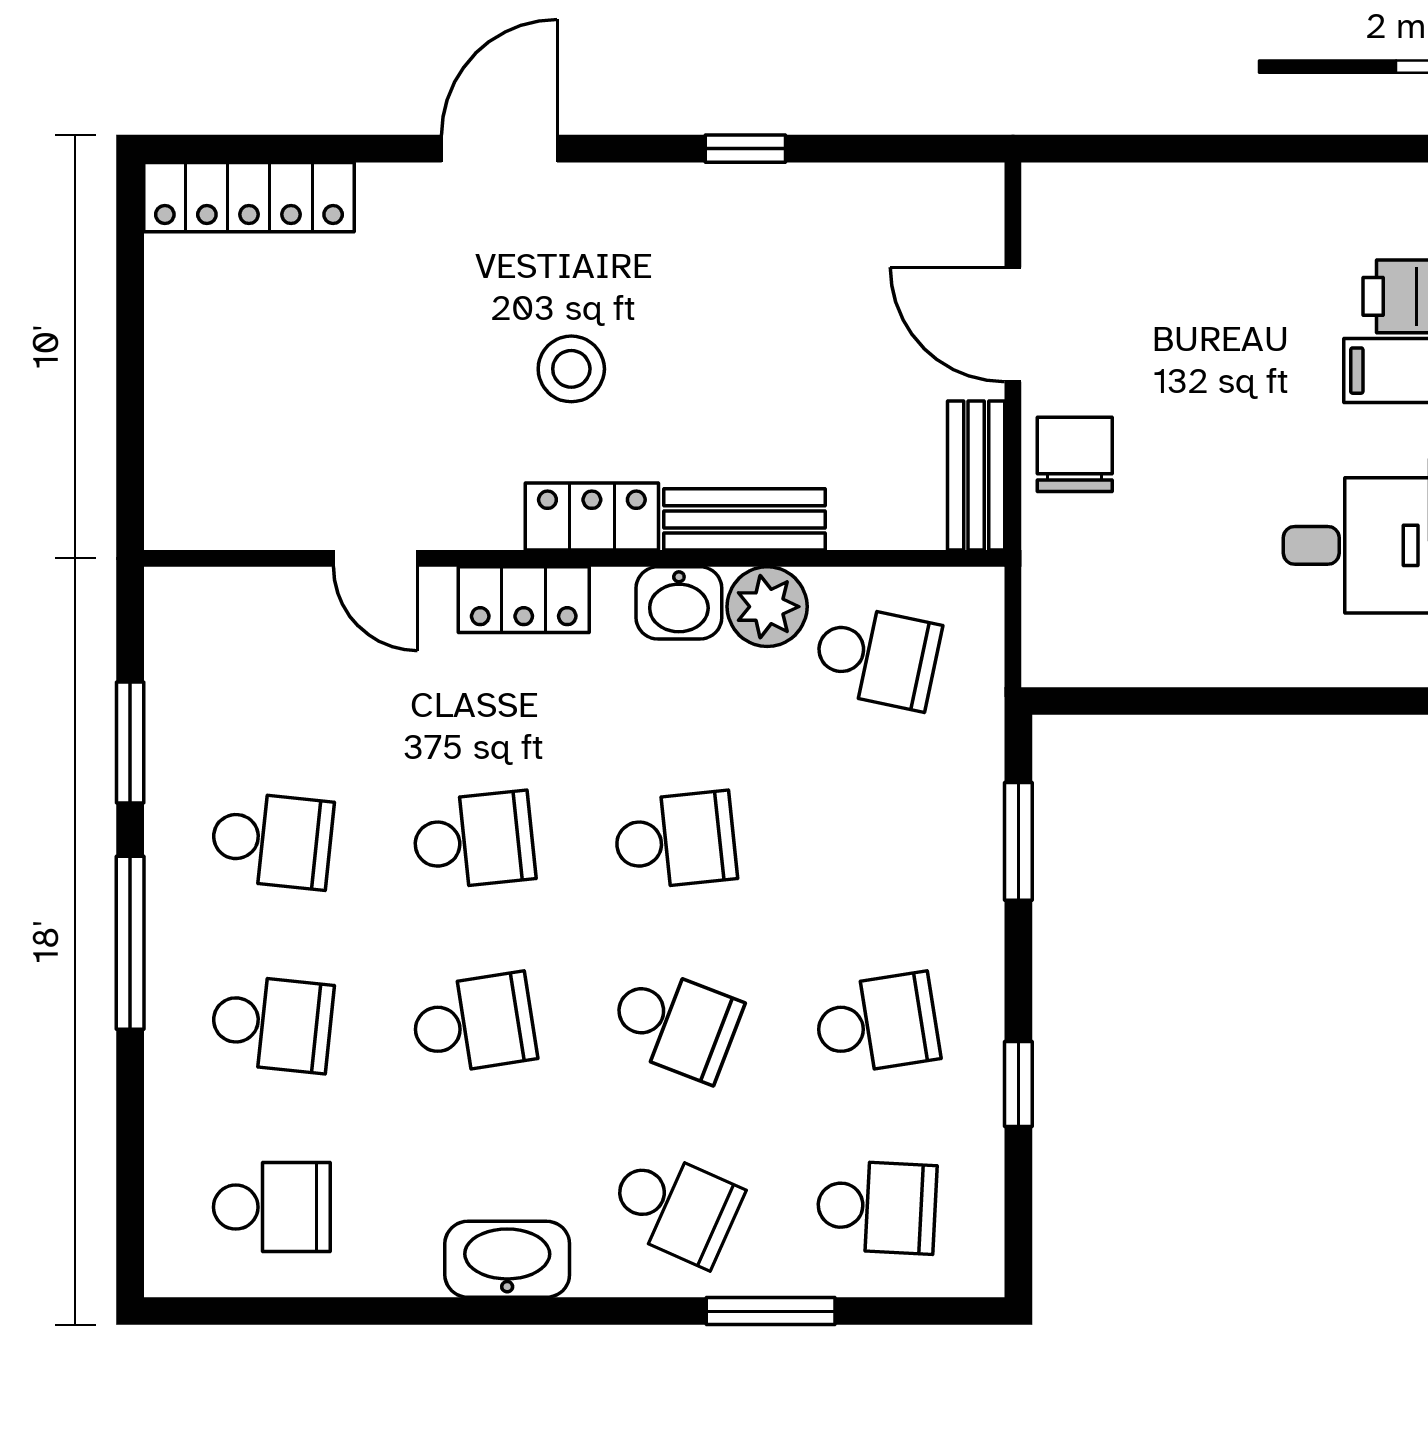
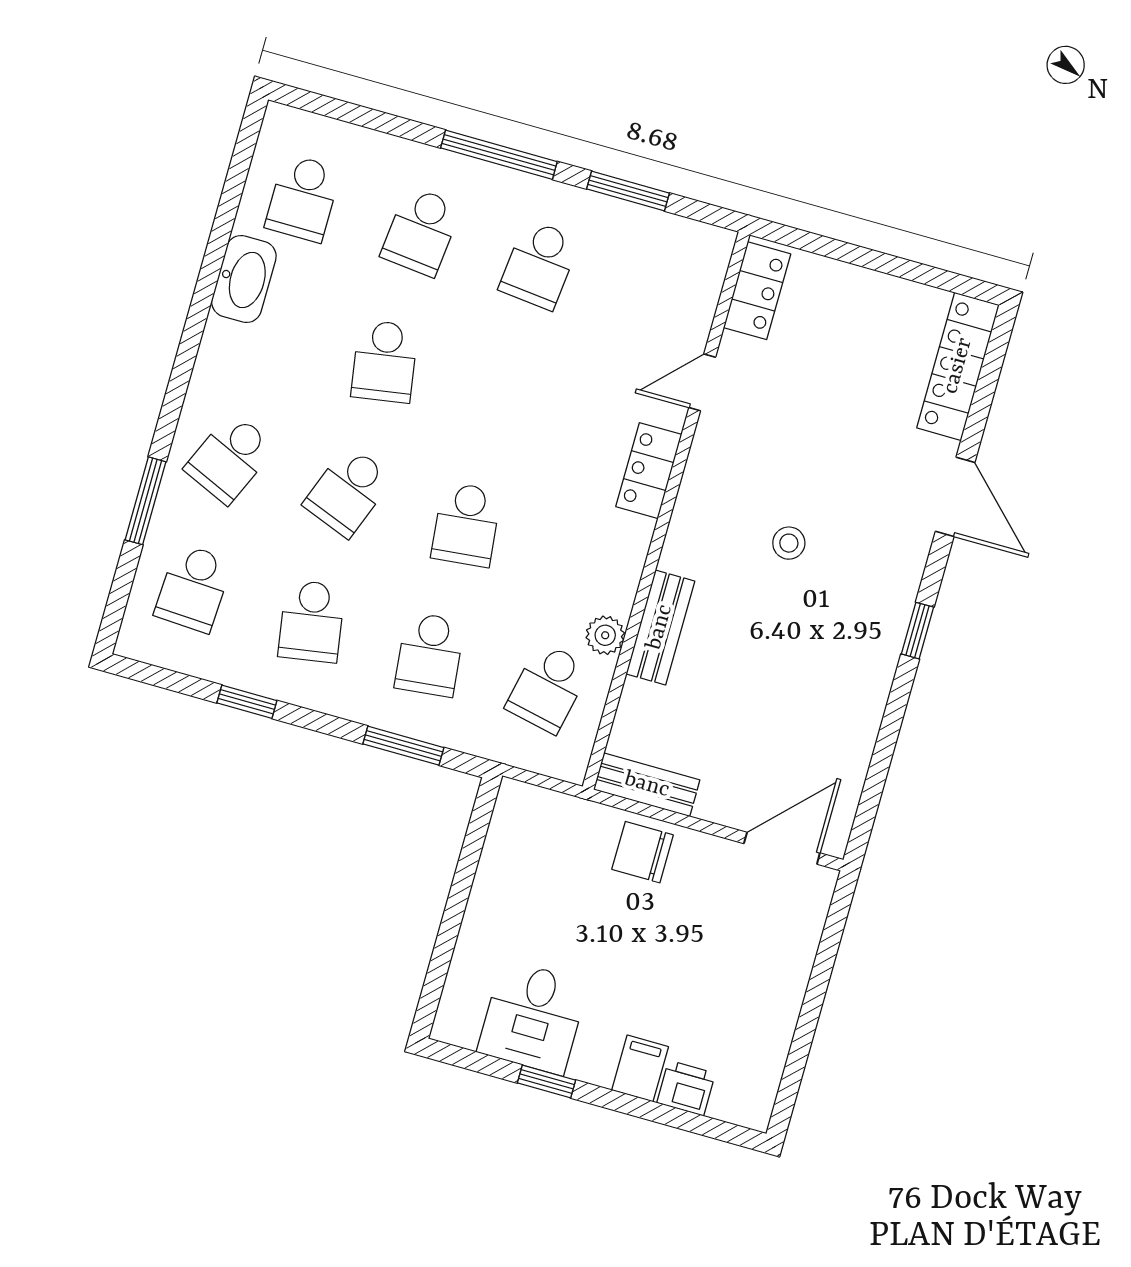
door: (499, 149) -> (955, 497), moved
window: (745, 149) -> (918, 631), moved
door: (1013, 325) -> (782, 848), moved
stool: (571, 369) -> (789, 543), width x0.73, depth x0.73
chair: (1075, 454) -> (643, 852), turned 180
locker: (592, 517) -> (757, 291), moved
washbasin: (679, 603) -> (619, 570), removed
plant: (767, 607) -> (605, 635), width x0.73, depth x0.73
school desk: (473, 840) -> (430, 654), moved
washbasin: (507, 1259) -> (244, 279), moved

